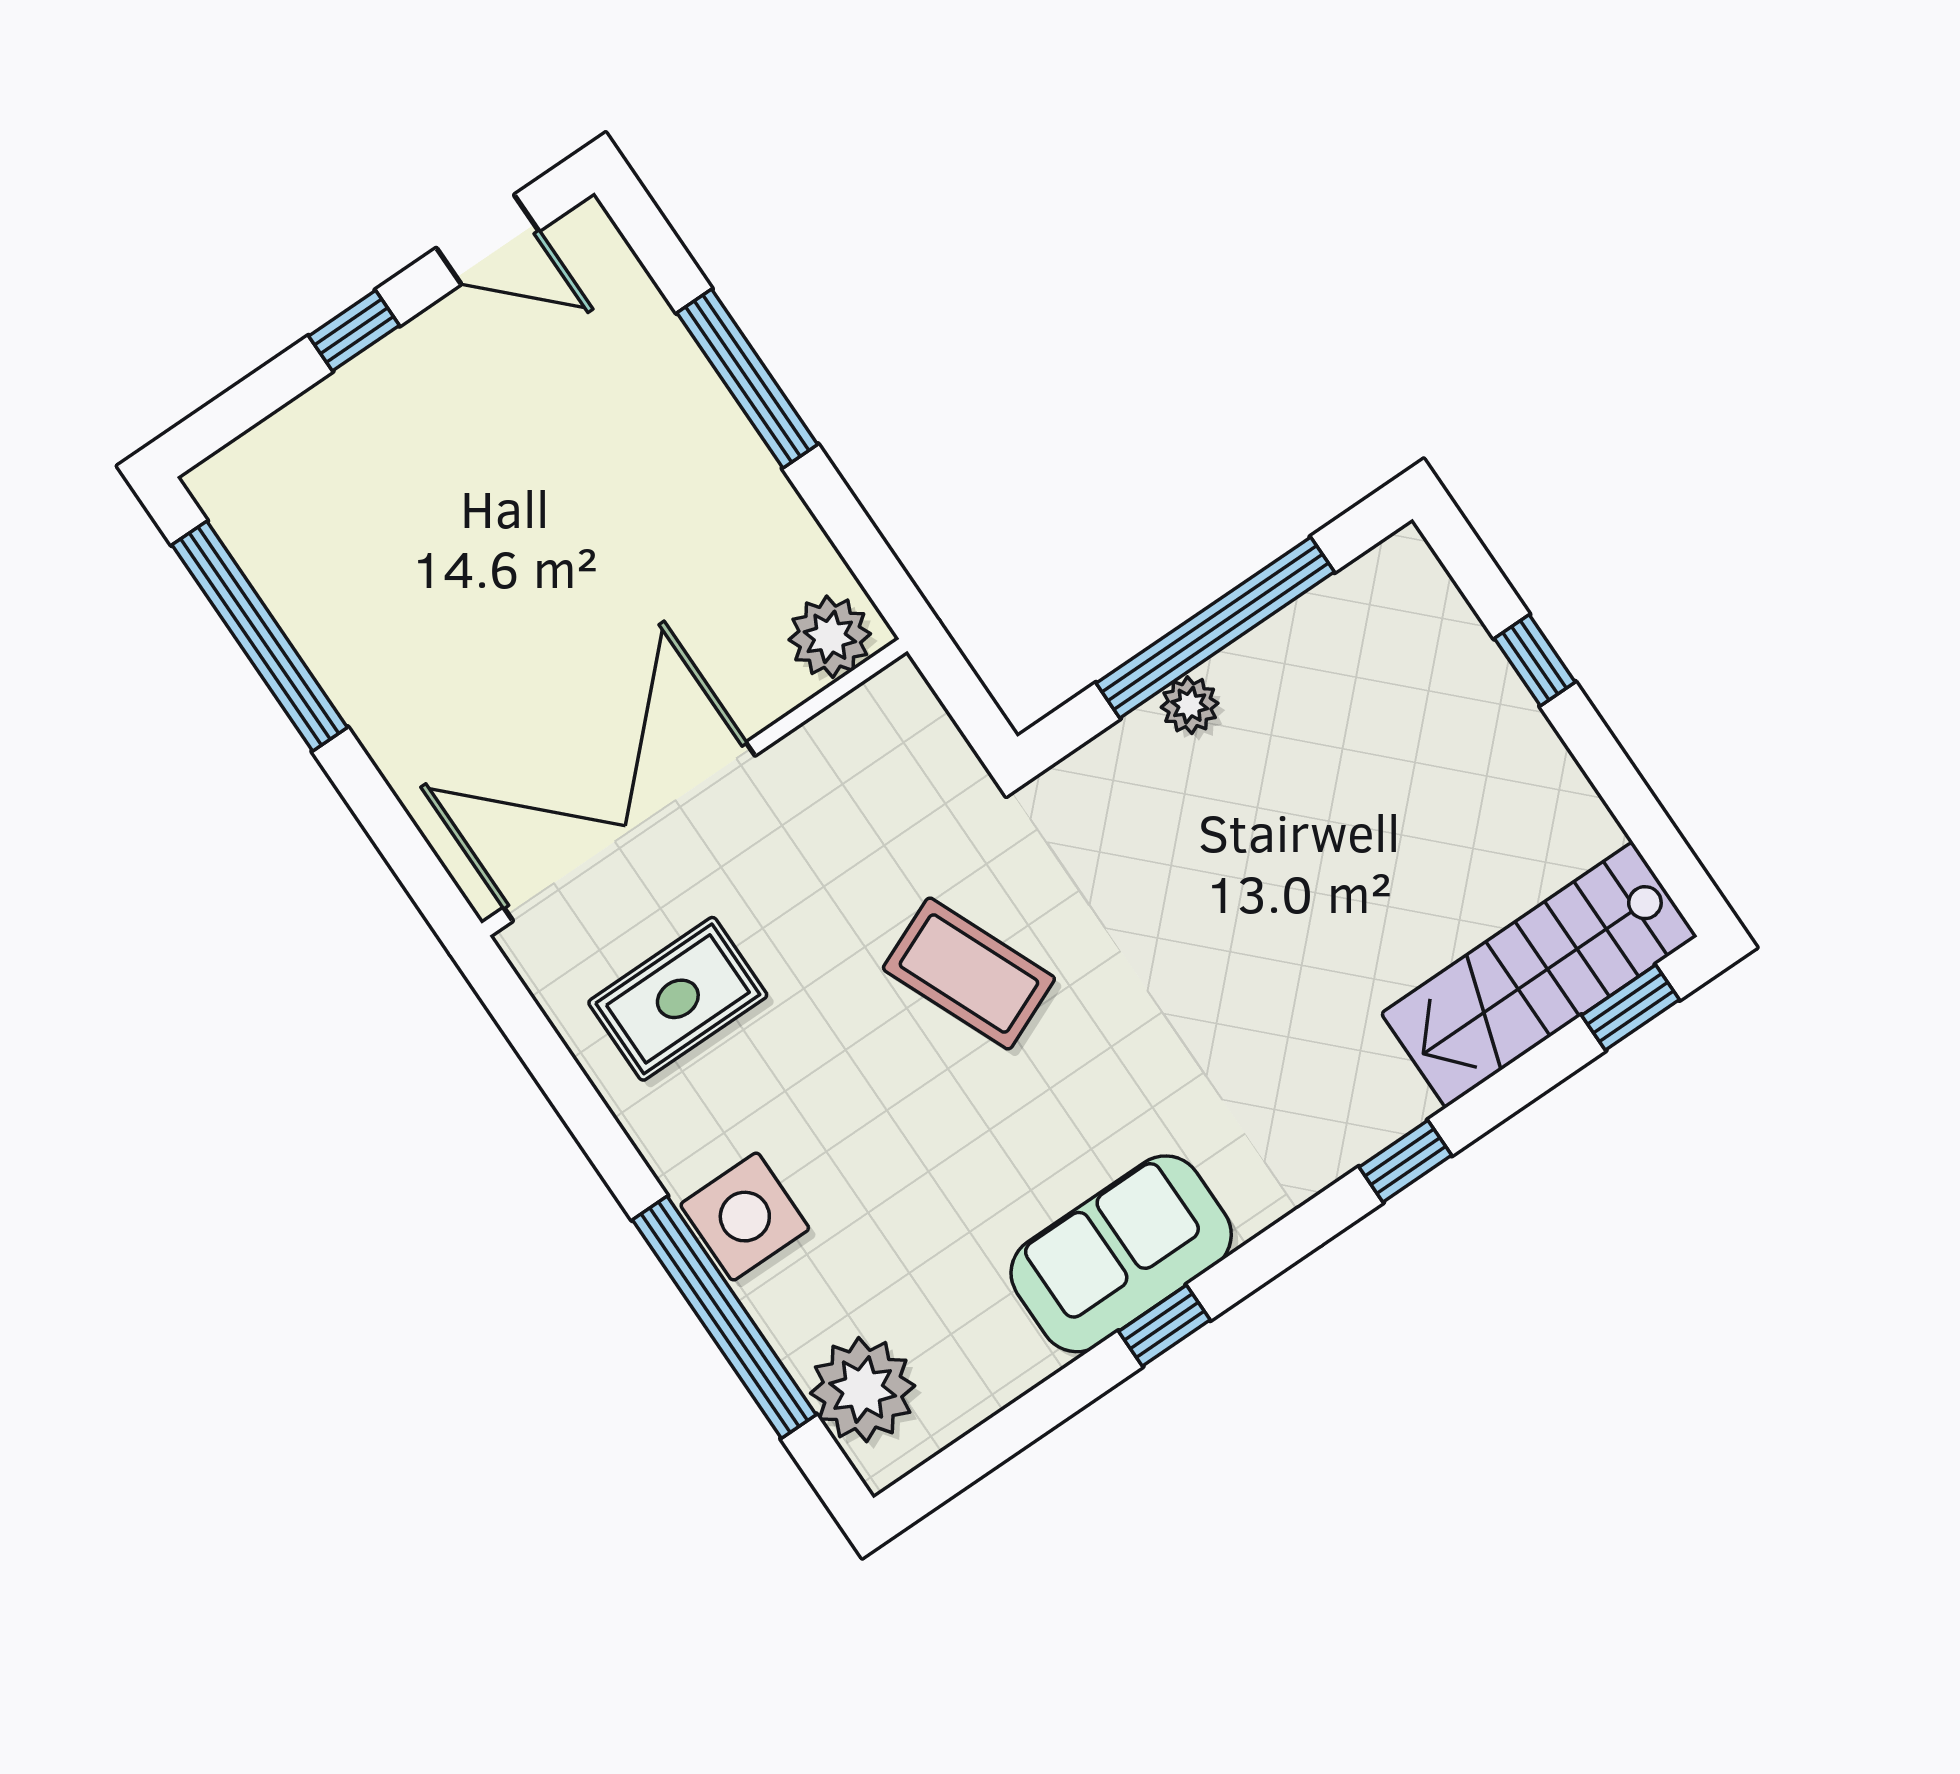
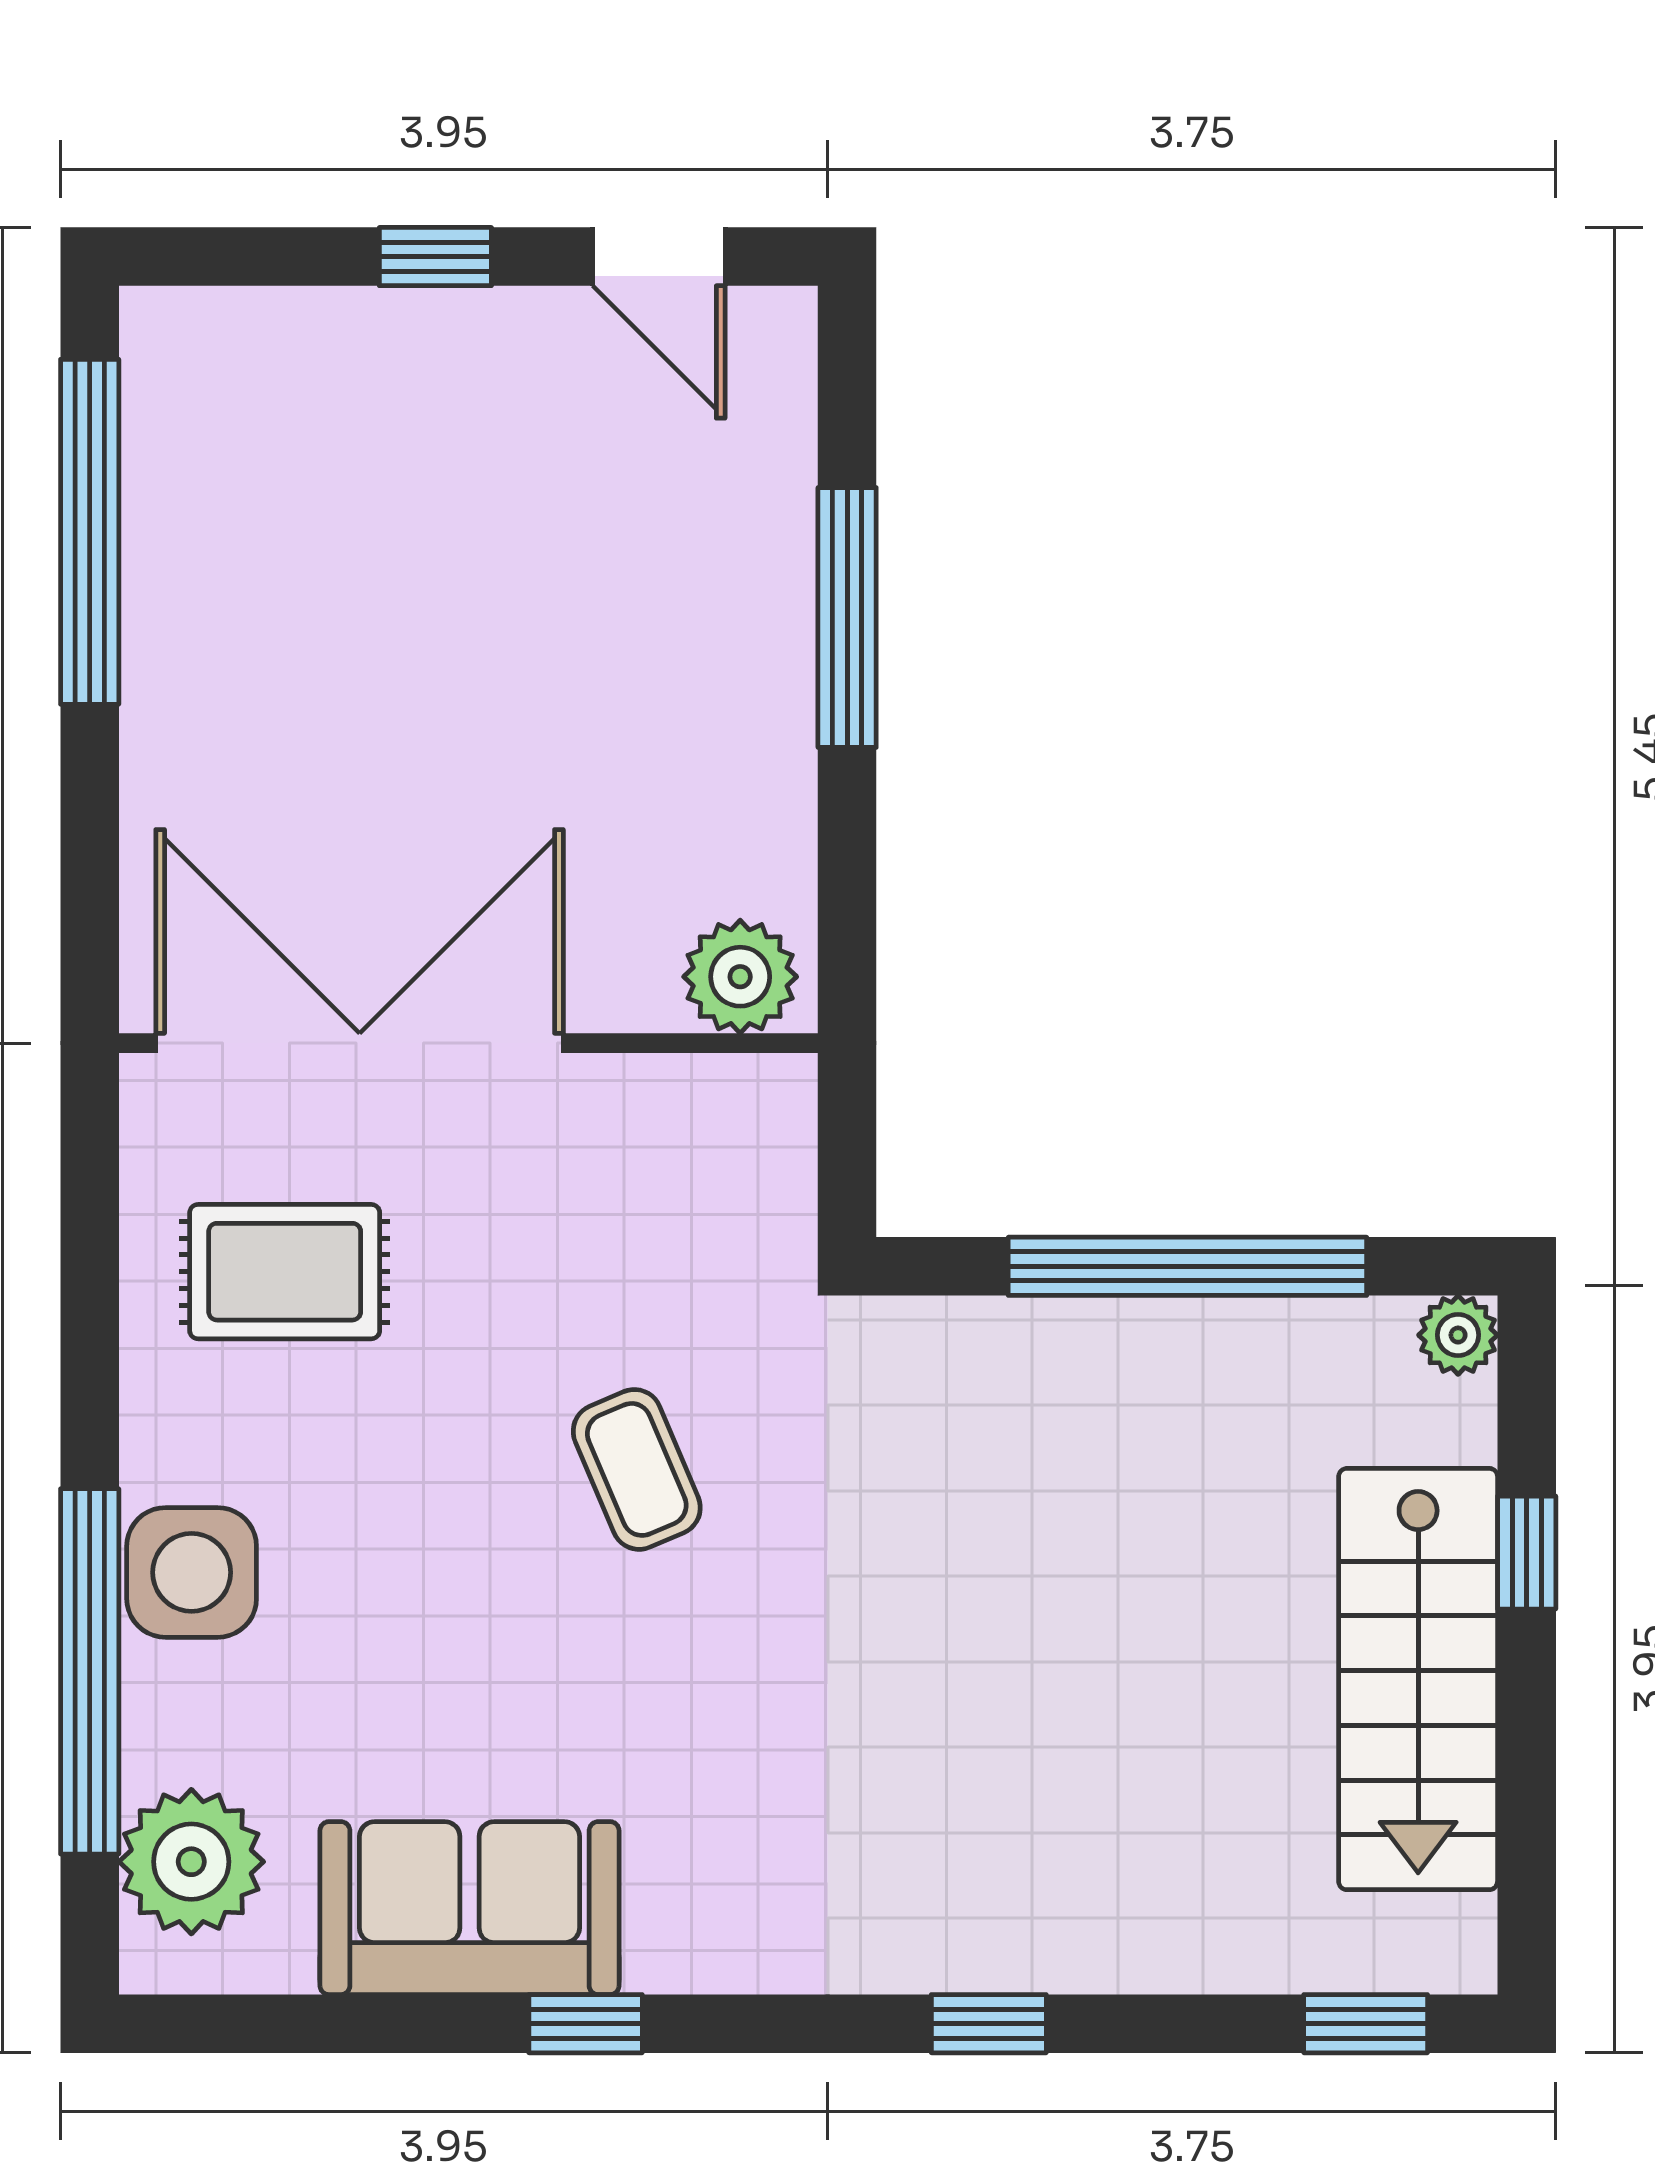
plant: (1190, 705) -> (1458, 1335), moved
coffee table: (969, 973) -> (637, 1469), width x0.73, depth x0.77
stairs: (1539, 975) -> (1418, 1679), moved, turned -90
sofa: (1121, 1254) -> (470, 1908), moved

